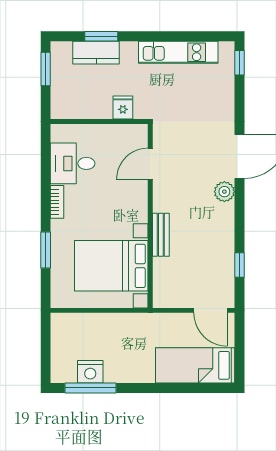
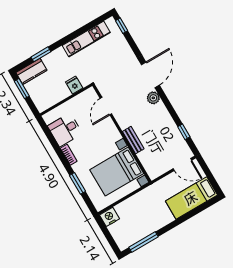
kitchen counter: (96, 53) -> (31, 71), moved
nightstand: (90, 372) -> (109, 217), moved, turned 180

